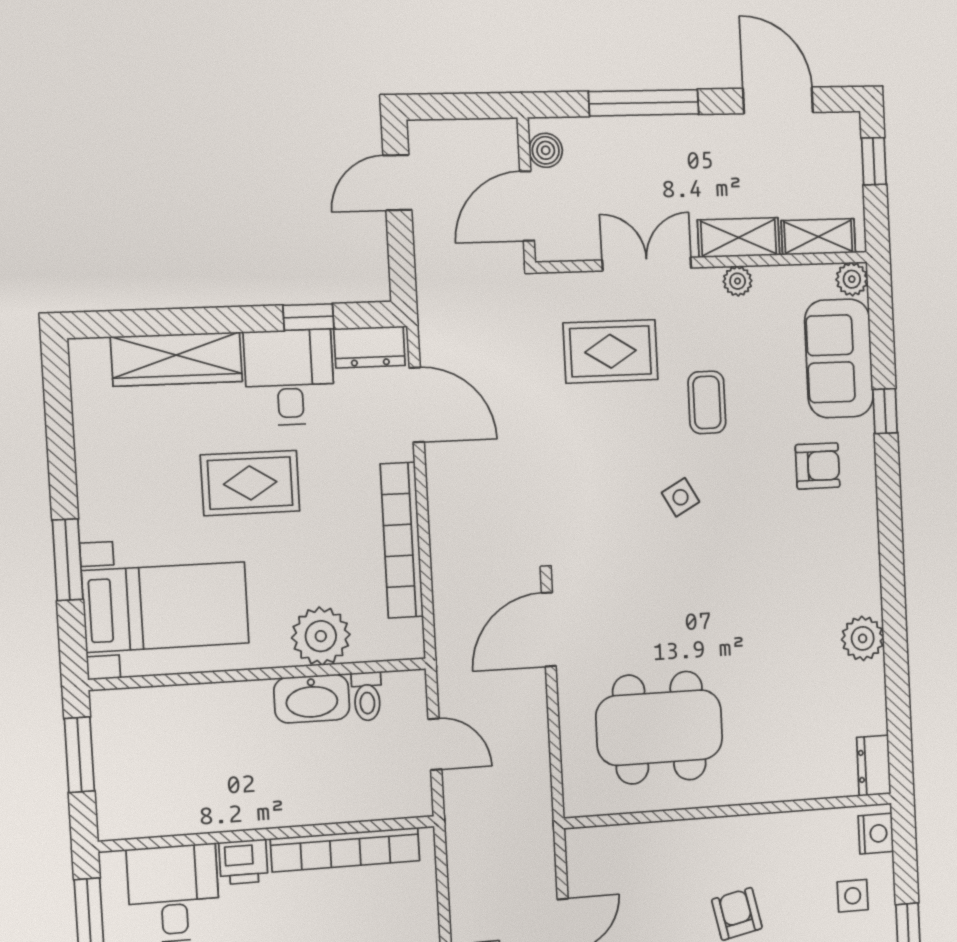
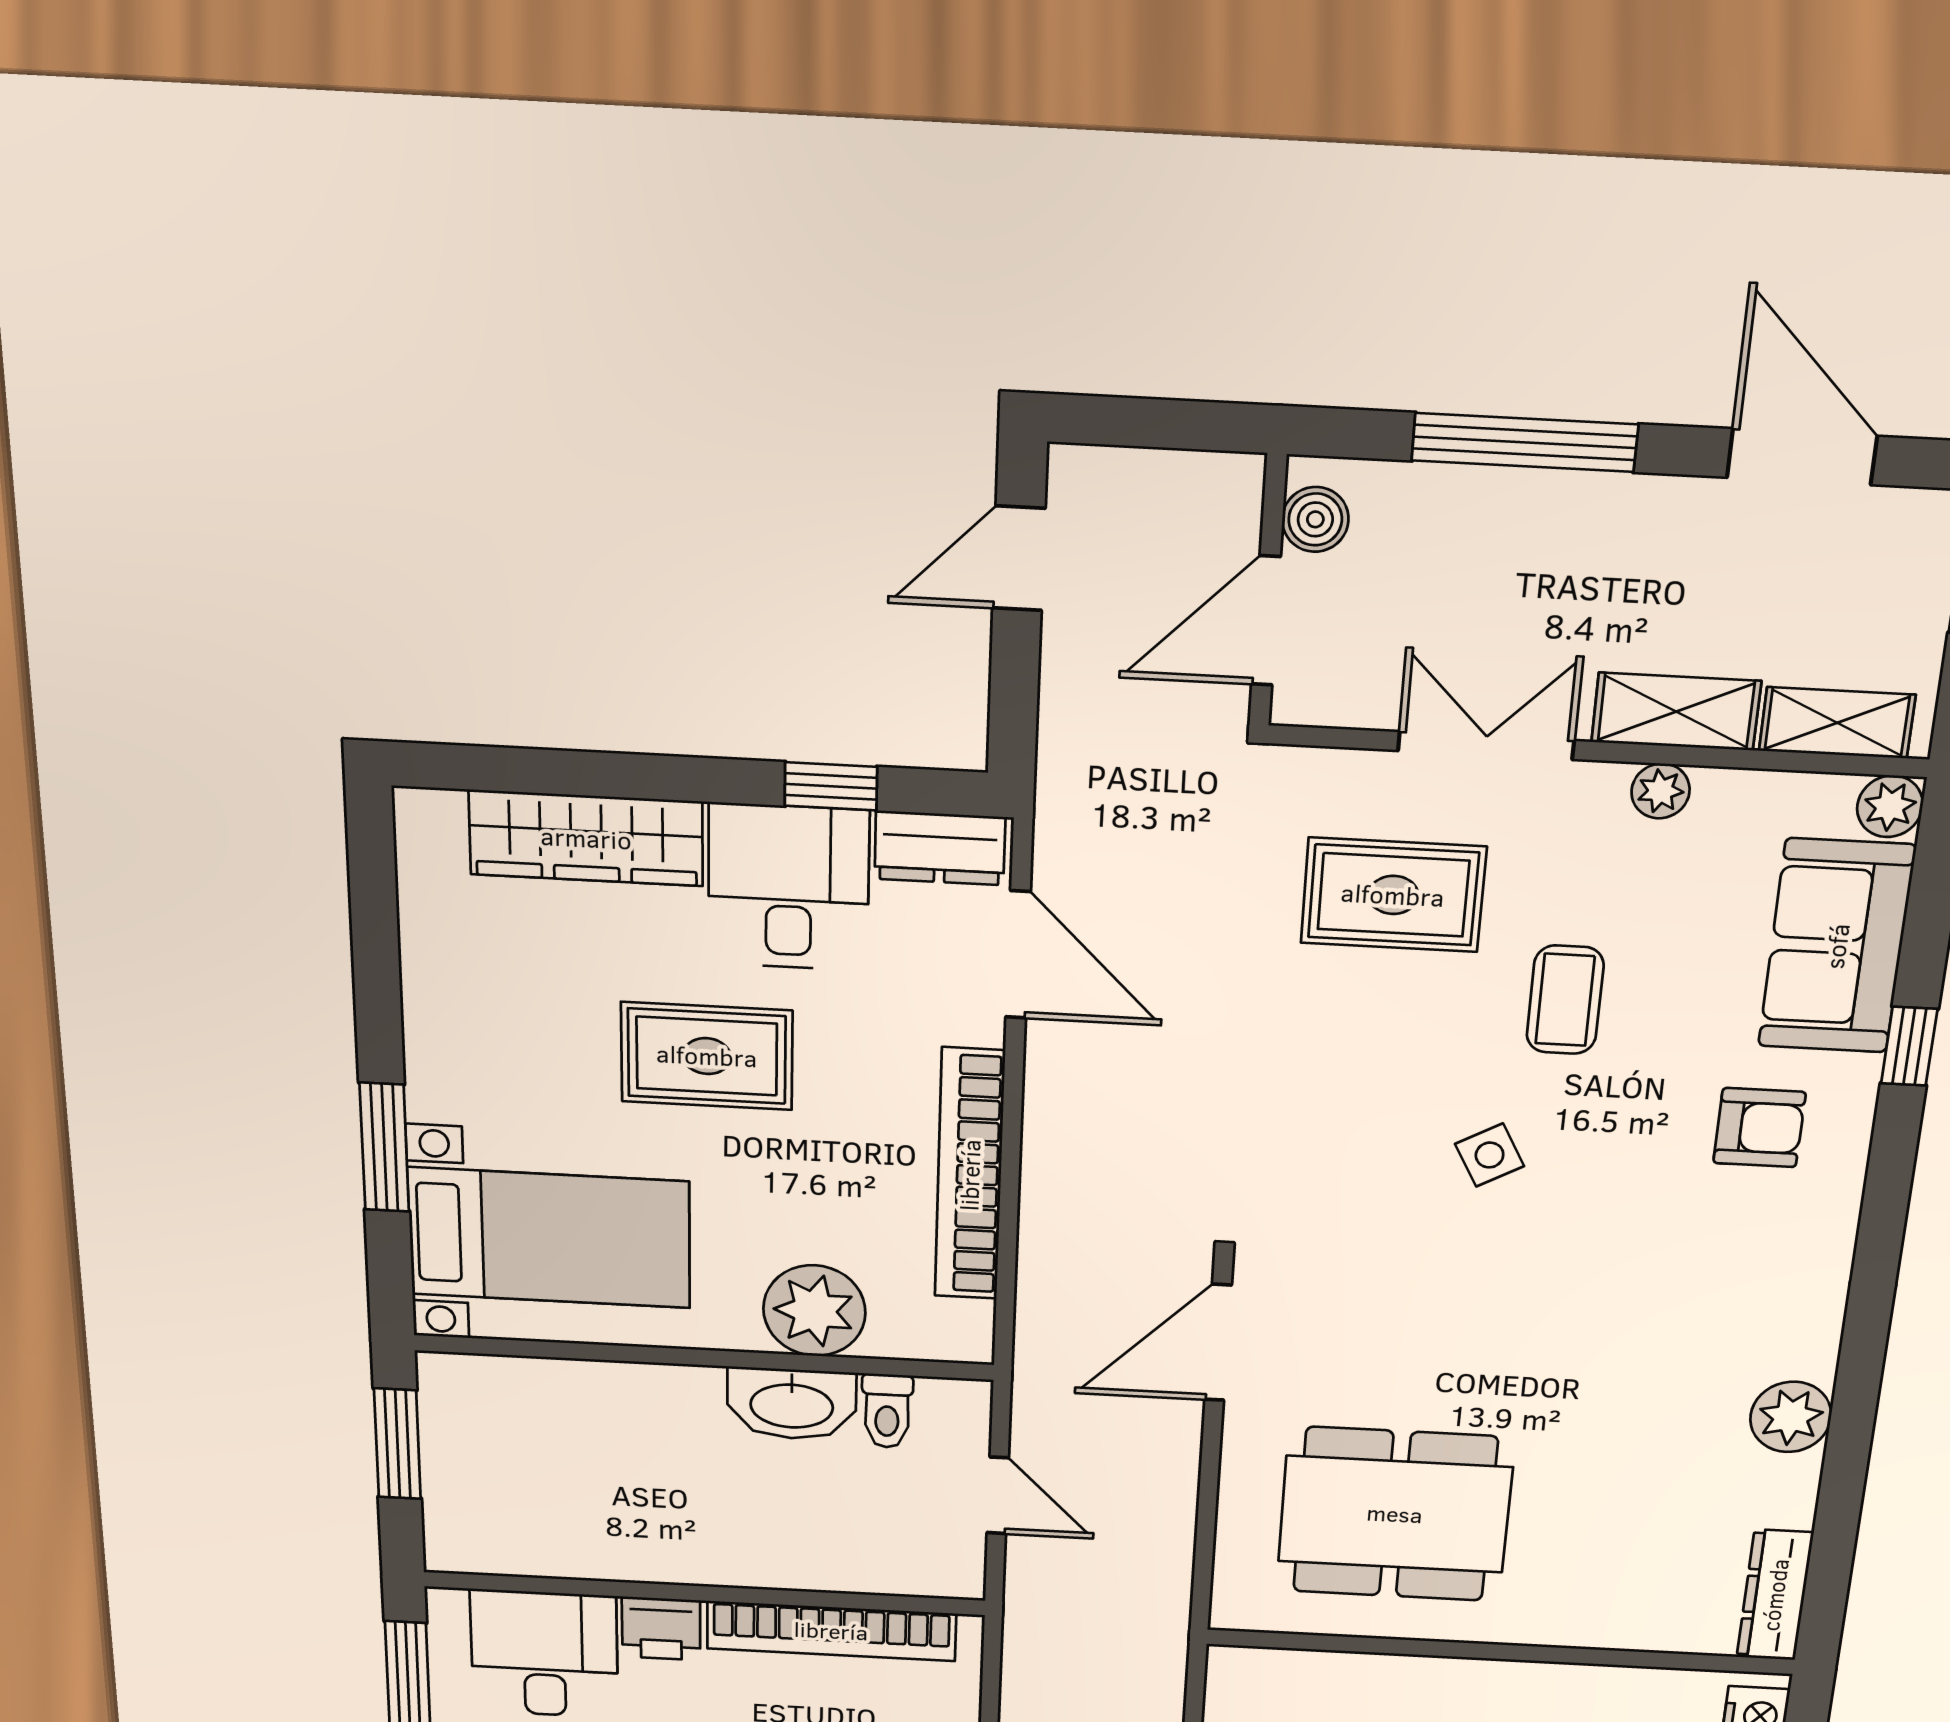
dresser: (874, 766) -> (1775, 1595), width x1.44

